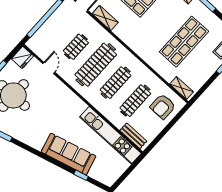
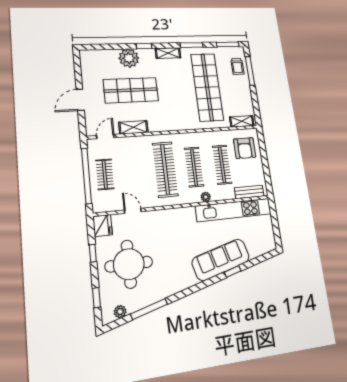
shop shelf: (184, 42) -> (207, 87), width x1.40
clothes rail: (76, 47) -> (105, 174), moved
plant: (102, 108) -> (206, 197), added
window: (81, 175) -> (233, 271), moved

